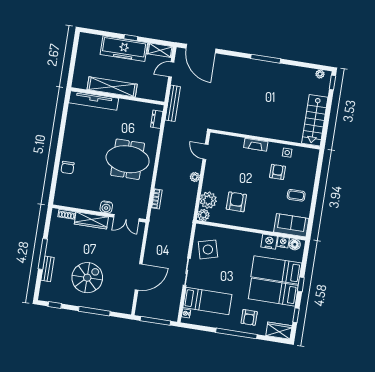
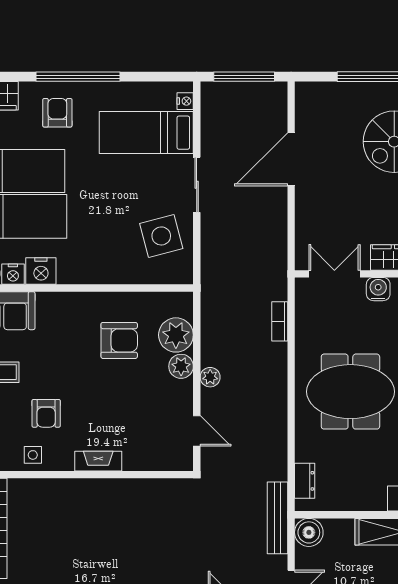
boiler: (159, 94) -> (309, 532), added
armchair: (236, 202) -> (119, 340), turned -90
plant: (203, 215) -> (181, 366), moved

